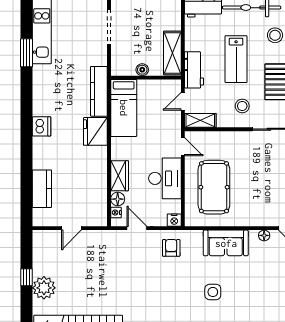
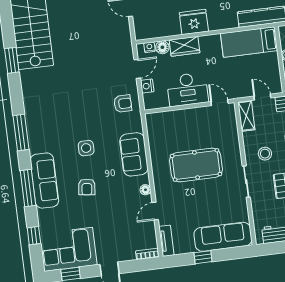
fridge: (95, 131) -> (194, 22), moved
door: (183, 147) -> (220, 103), swing flipped
pool table: (214, 187) -> (196, 165), moved
nightstand: (174, 220) -> (147, 86), moved
armchair: (253, 296) -> (87, 187), added

